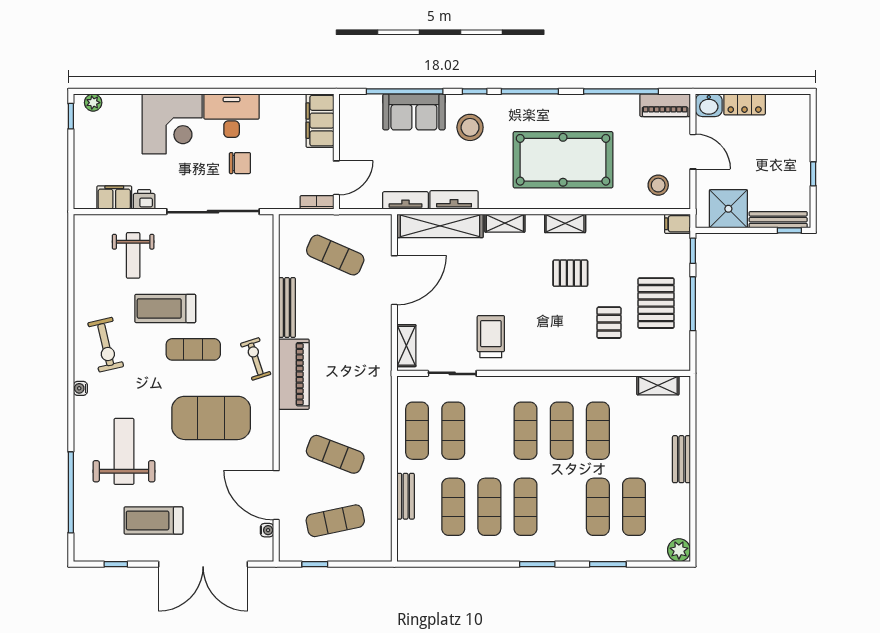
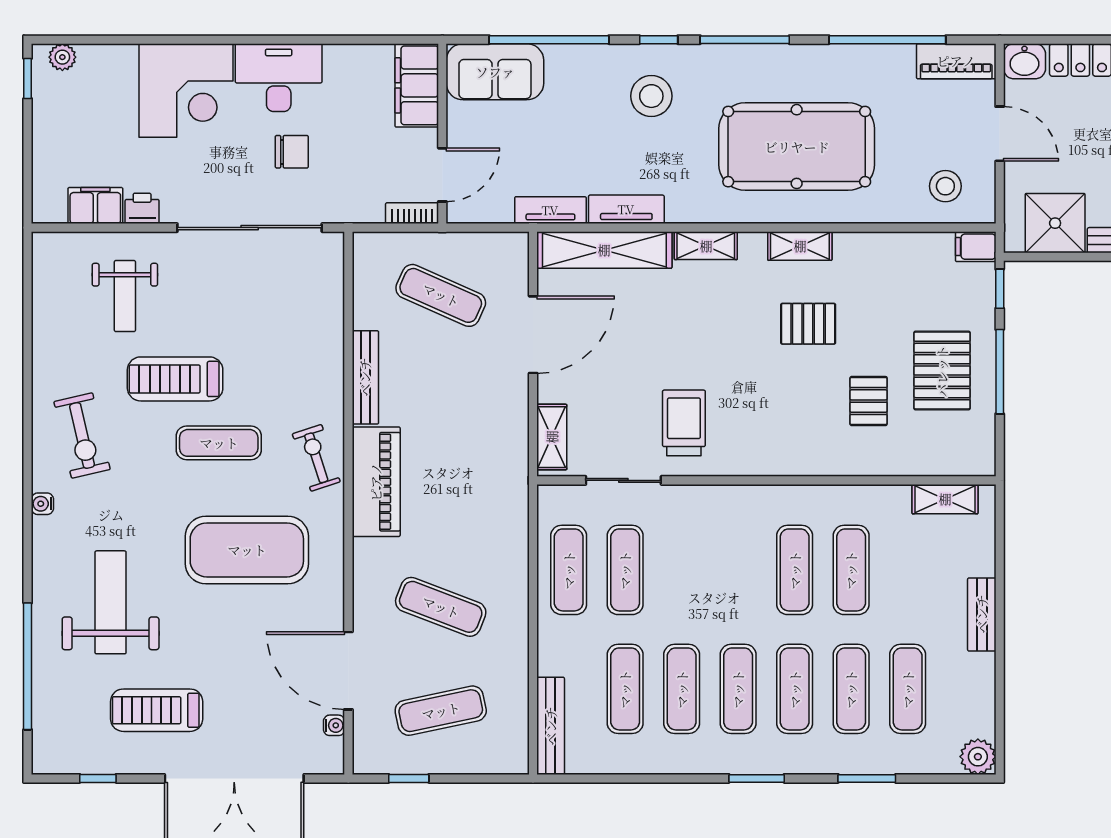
sofa: (414, 112) -> (495, 72), moved
exercise mat: (526, 431) -> (795, 689), moved
bench: (406, 496) -> (551, 726), moved, width x1.36

